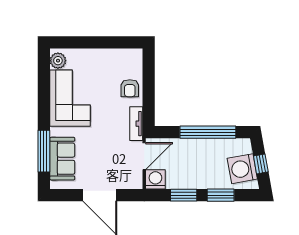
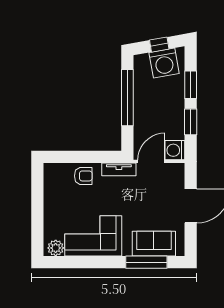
door: (144, 156) -> (151, 161), hinge flipped

